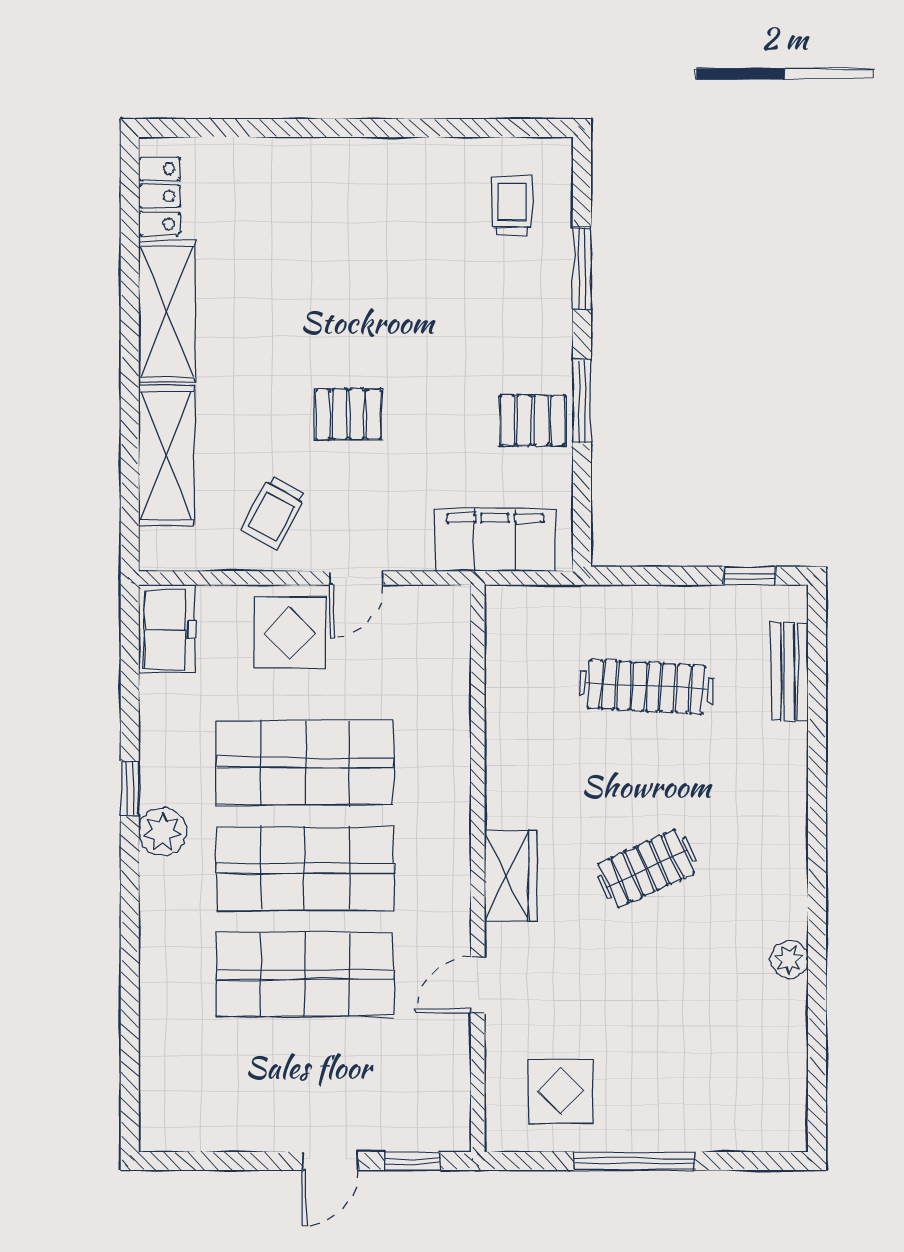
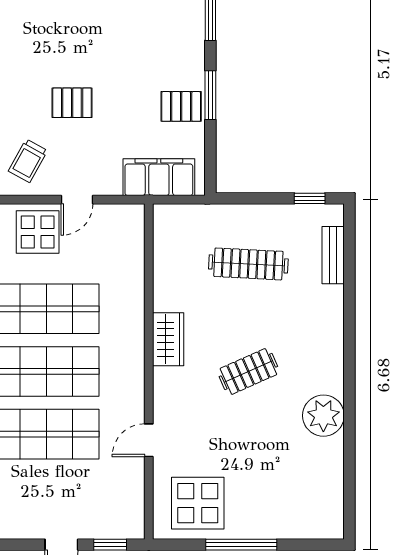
wardrobe: (511, 875) -> (168, 339), moved
plant: (789, 959) -> (323, 416), width x1.87, depth x1.87
display table: (561, 1091) -> (198, 503), width x1.36, depth x1.36

